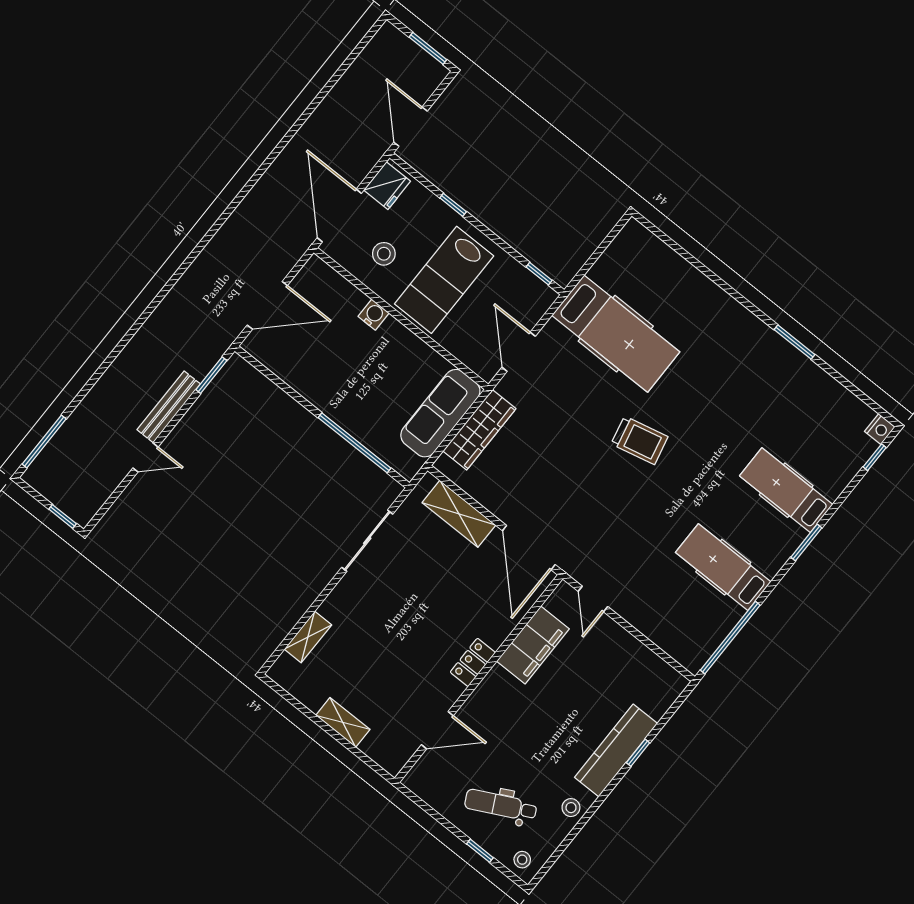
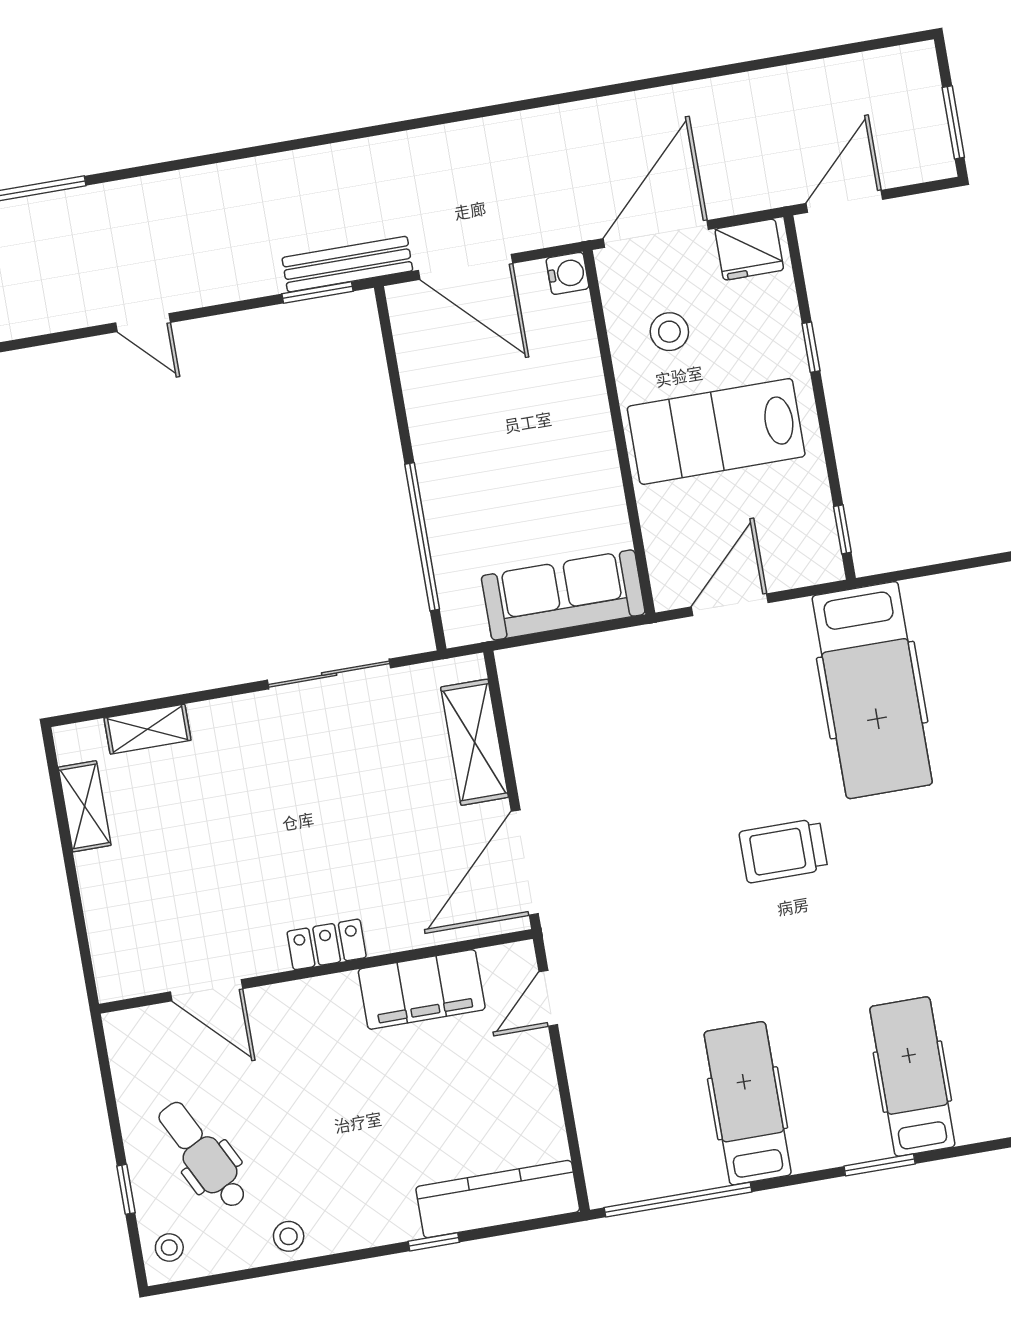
water cooler: (374, 315) -> (568, 273), moved
bench: (169, 407) -> (347, 264), moved
wardrobe: (479, 430) -> (594, 659), removed
trolley: (639, 440) -> (783, 851), turned 103
shelving: (343, 722) -> (85, 806), moved
kitchen counter: (616, 750) -> (498, 1199), moved

